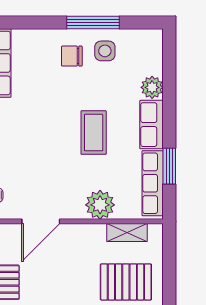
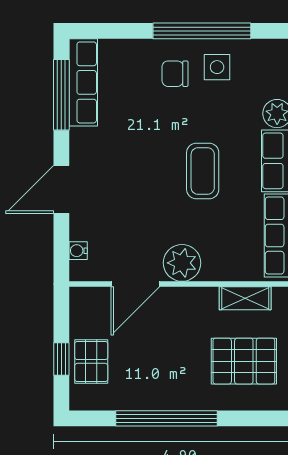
window: (93, 22) -> (202, 31), width x1.46
plant: (100, 205) -> (182, 263), moved

